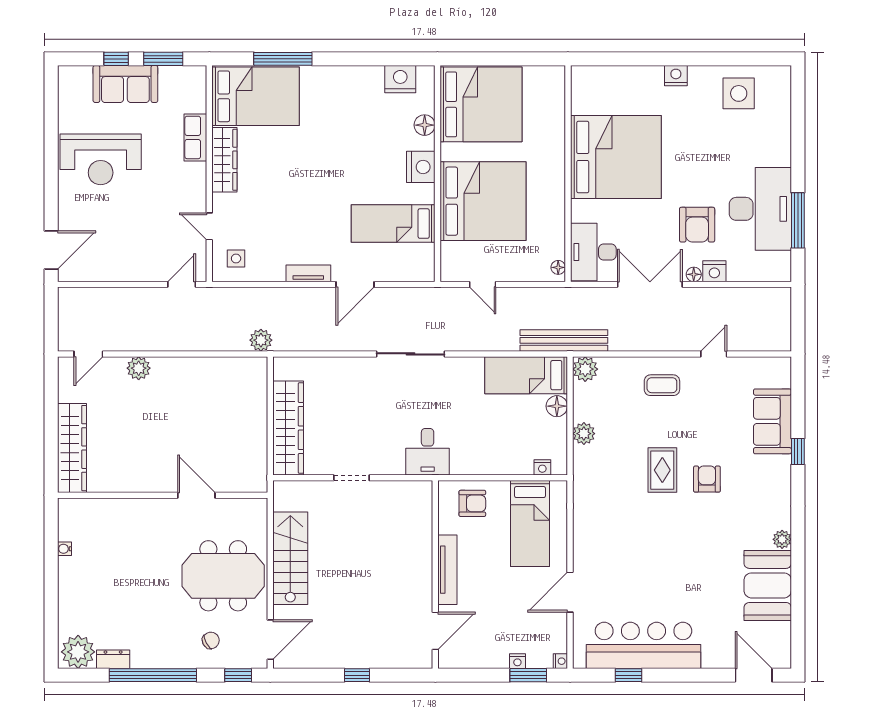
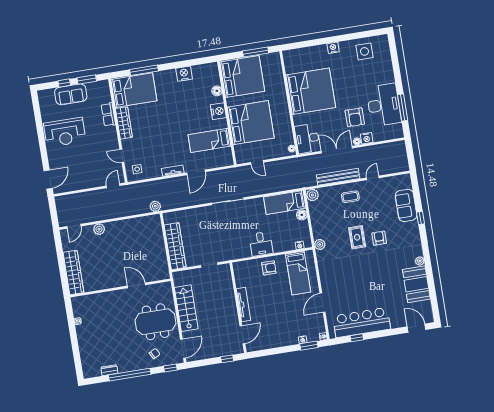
window: (516, 59) -> (256, 52), added
nightstand: (400, 79) -> (184, 74), moved
bench: (564, 340) -> (338, 177), moved
plant: (584, 434) -> (320, 244), moved
desk: (428, 452) -> (261, 244), moved
tv unit: (447, 570) -> (243, 305), moved
wall: (435, 574) -> (238, 308), moved
door: (435, 631) -> (242, 335), moved
plant: (78, 652) -> (92, 369), removed

